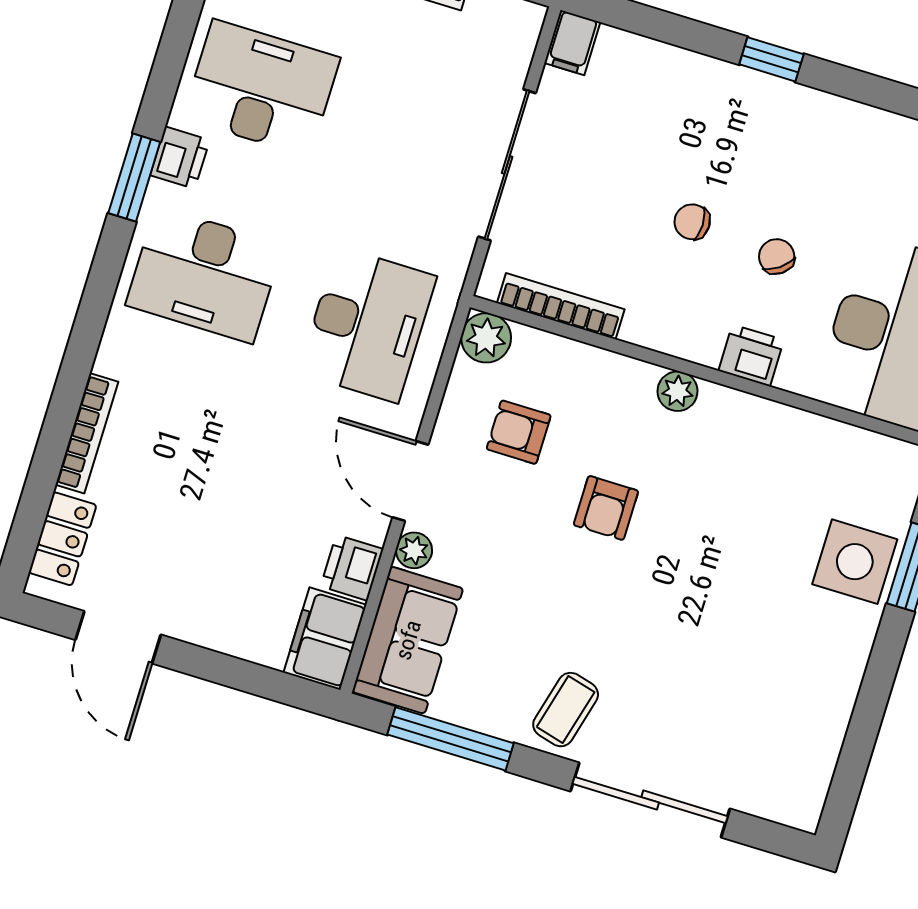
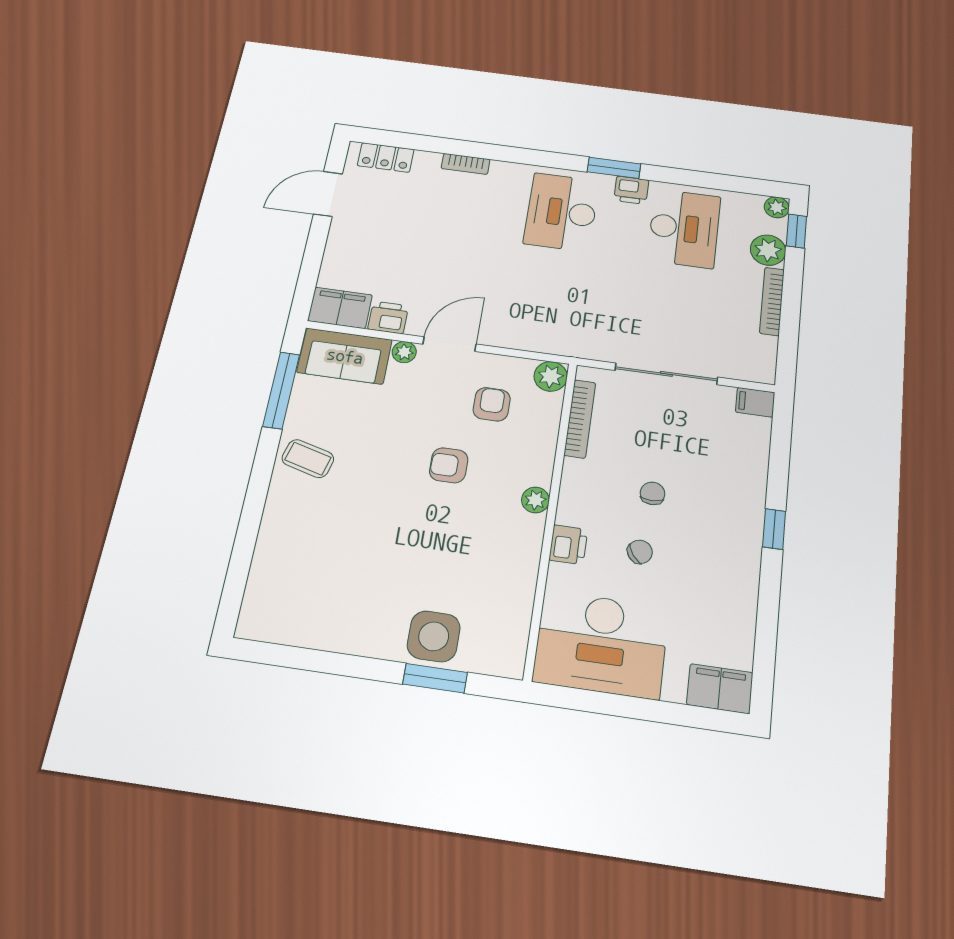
desk: (368, 325) -> (547, 306), removed
bookcase: (87, 433) -> (466, 164), width x0.64
sliding door: (650, 800) -> (250, 522), removed

